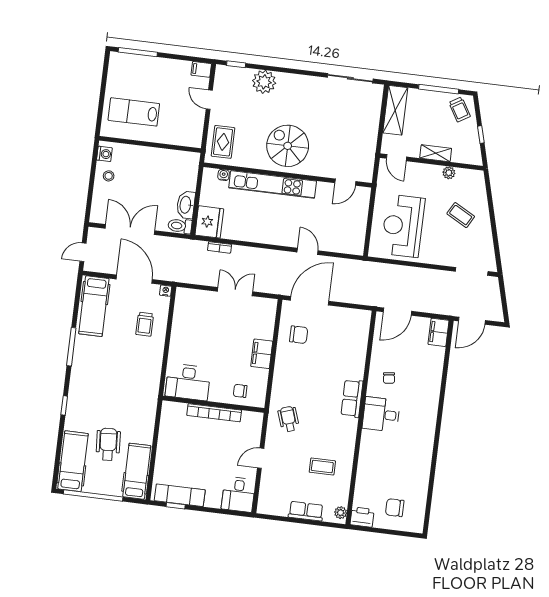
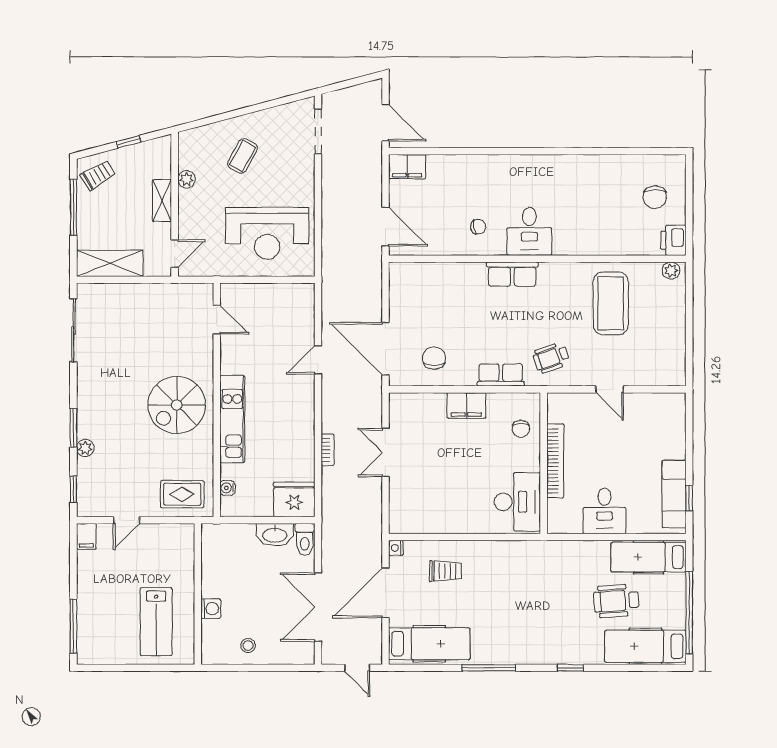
window: (280, 70) -> (73, 428), added
plant: (264, 82) -> (85, 448), width x0.53, depth x0.53
washing machine: (104, 154) -> (211, 609), moved, turned 90
kitchen unit: (273, 184) -> (232, 419), width x0.73
bookcase: (220, 247) -> (328, 450), moved
coffee table: (322, 467) -> (611, 303), width x1.86, depth x1.72
desk: (238, 494) -> (605, 511), moved, turned 90
row of seats: (306, 511) -> (501, 375), moved, turned 90

